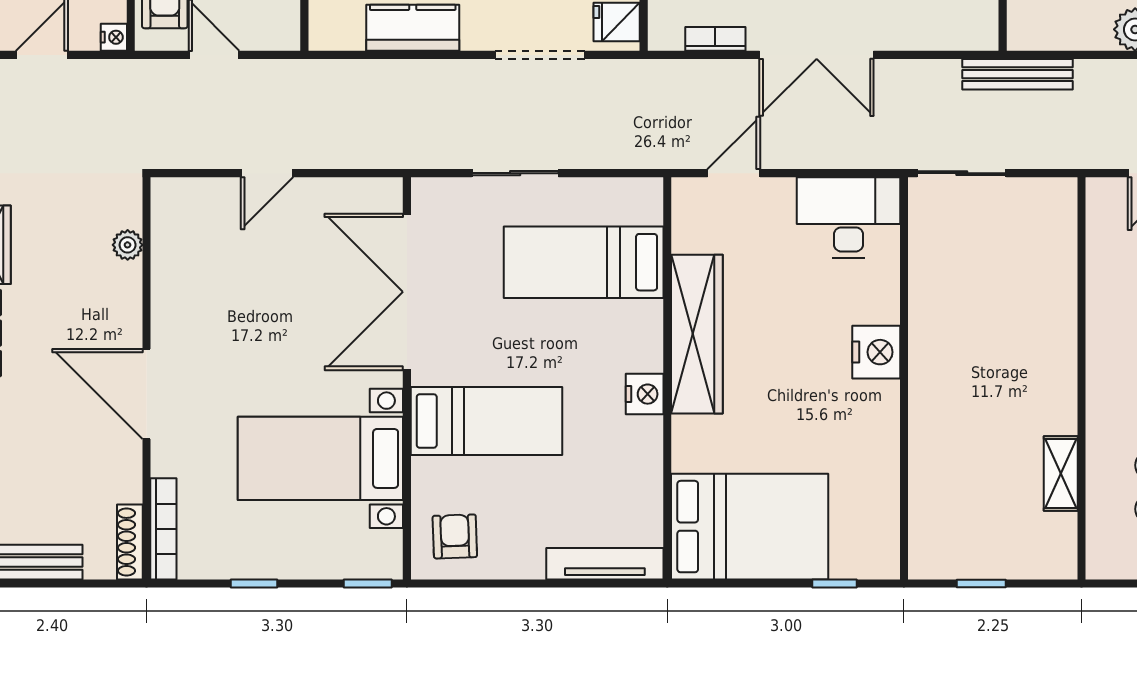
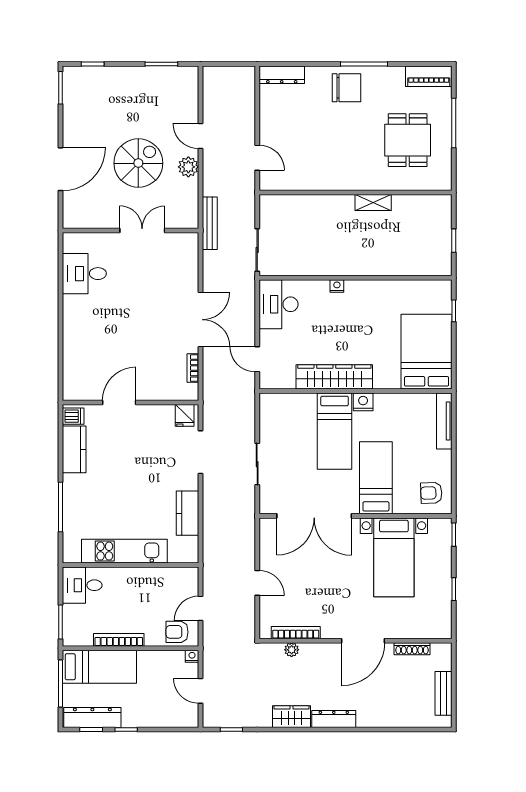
bed: (584, 262) -> (335, 431), moved
nightstand: (876, 352) -> (337, 286), width x0.53, depth x0.56
shelving: (1061, 474) -> (373, 203), moved
bookcase: (163, 529) -> (296, 633), moved
shoe rack: (130, 542) -> (412, 649), moved

